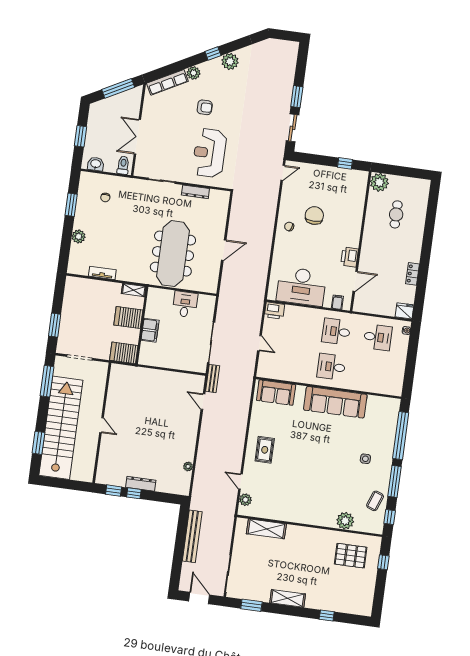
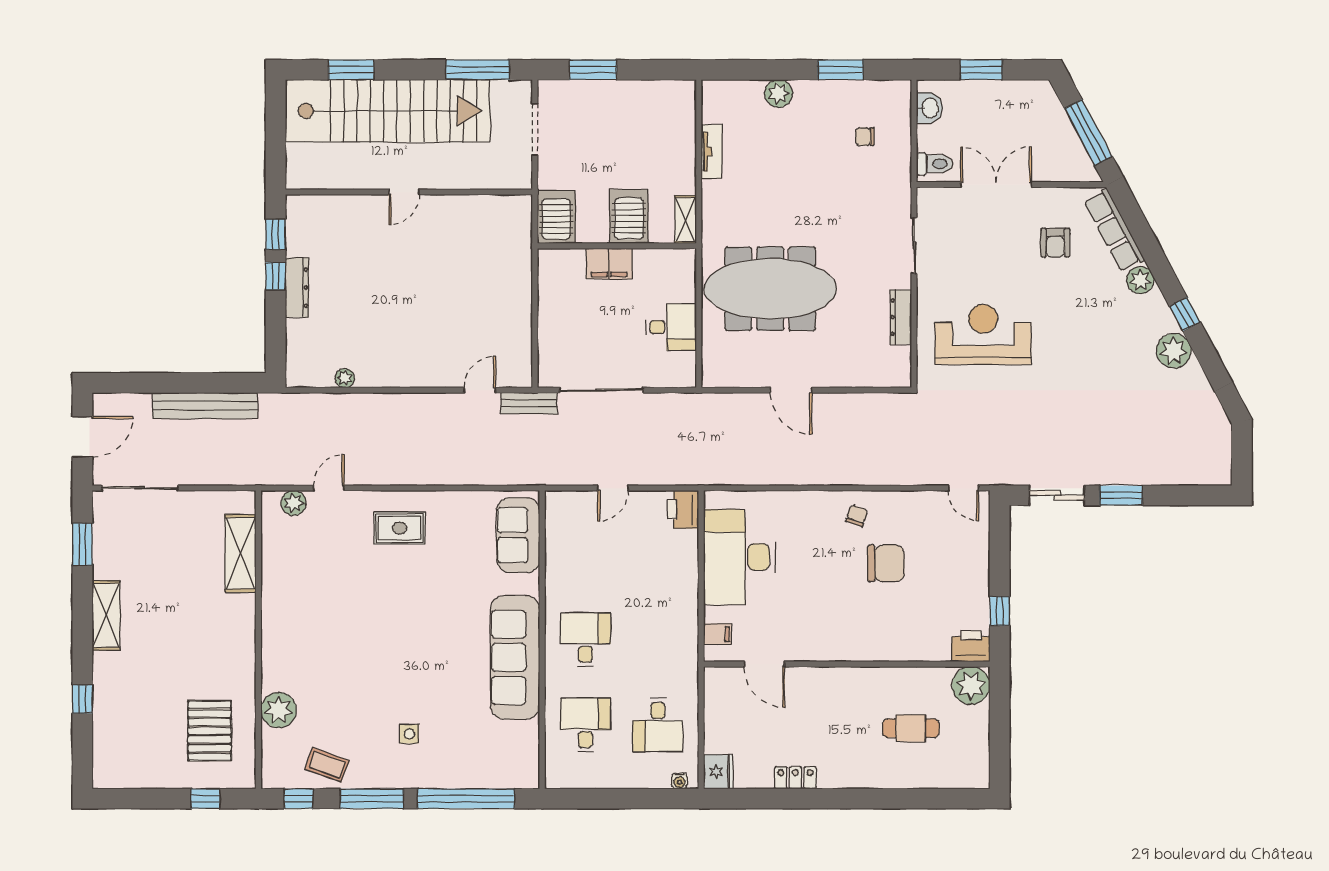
armchair: (205, 107) -> (1055, 243), moved
printer: (350, 257) -> (971, 646), moved
desk: (336, 332) -> (585, 725), moved

